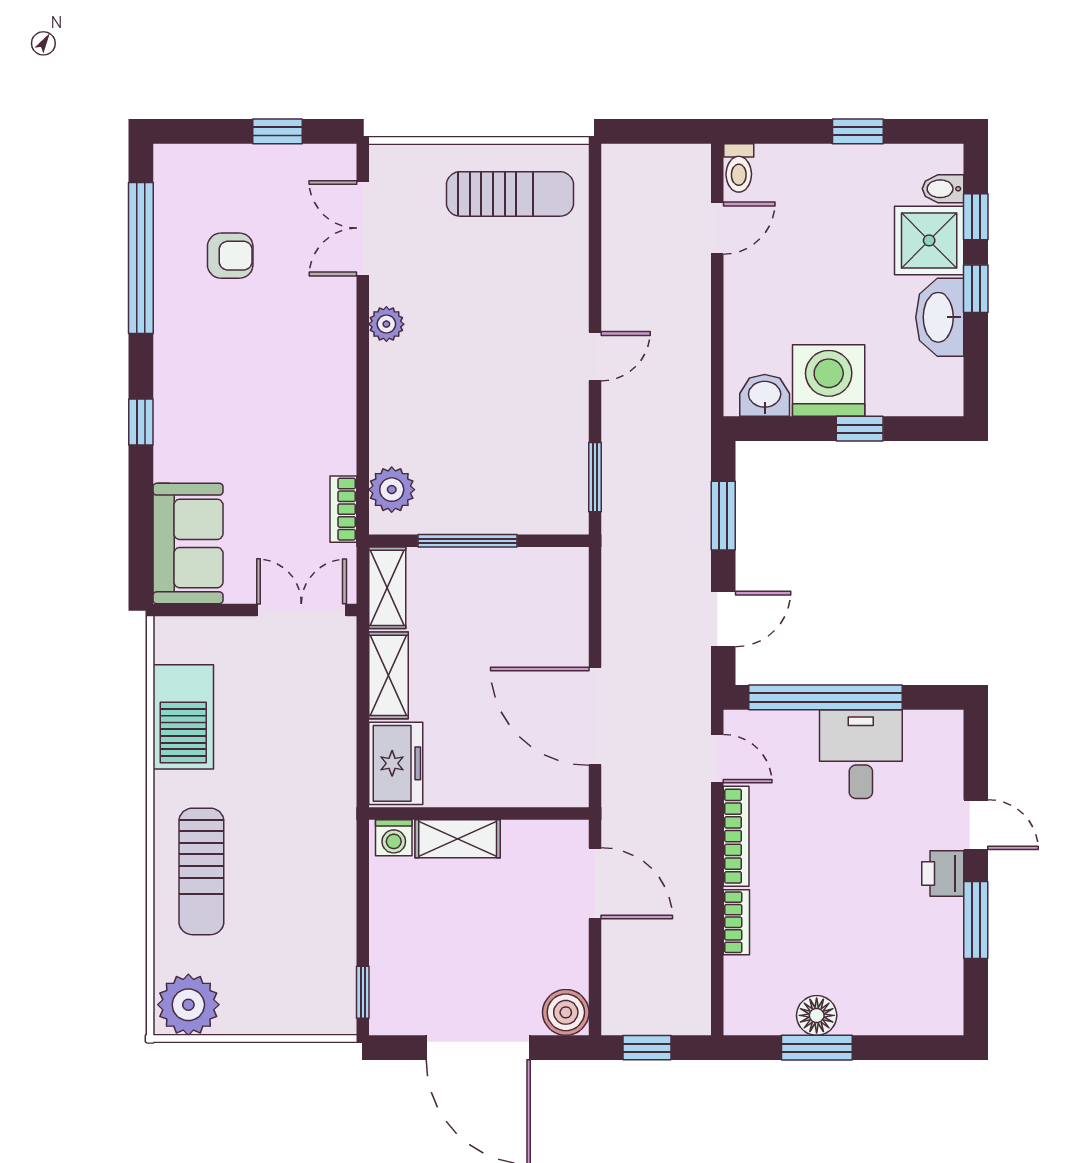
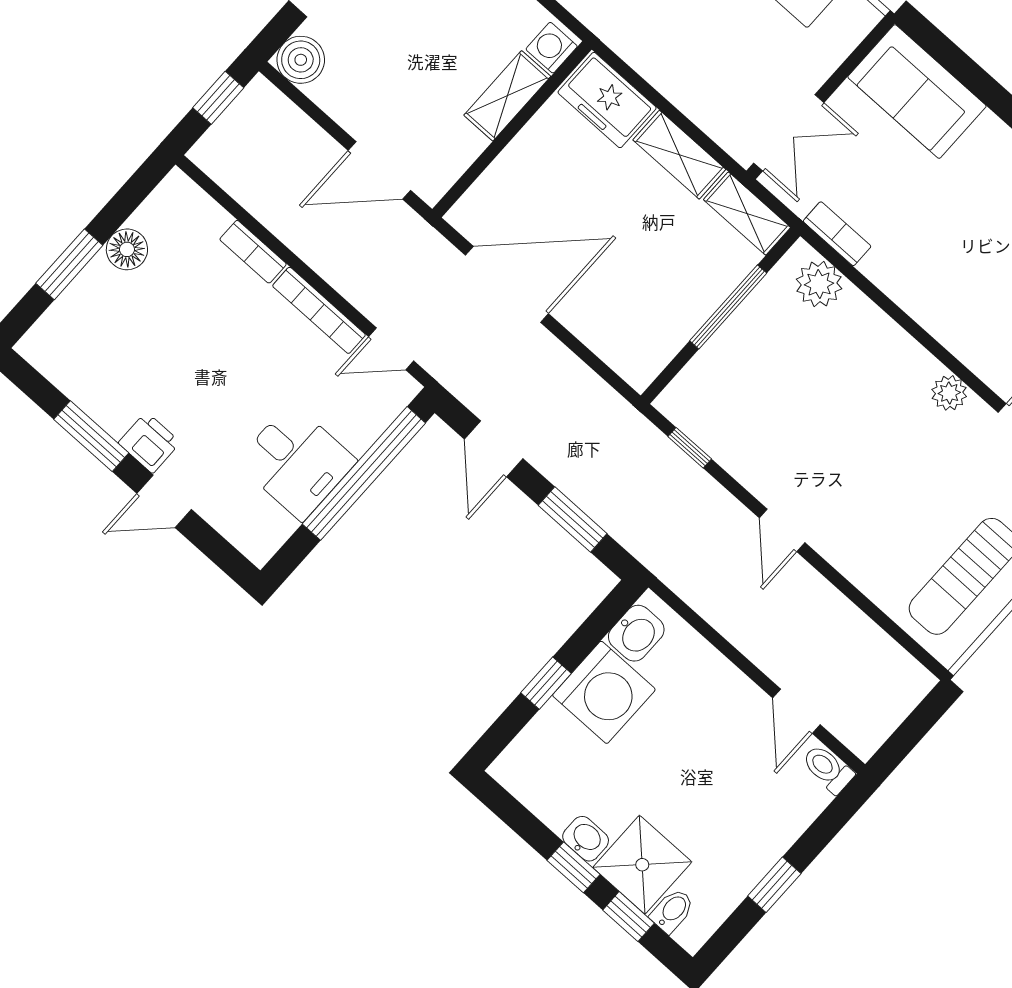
washbasin: (940, 317) -> (586, 839), width x0.52, depth x0.69
window: (595, 477) -> (690, 448), width x0.67
window: (817, 1048) -> (69, 264), moved

